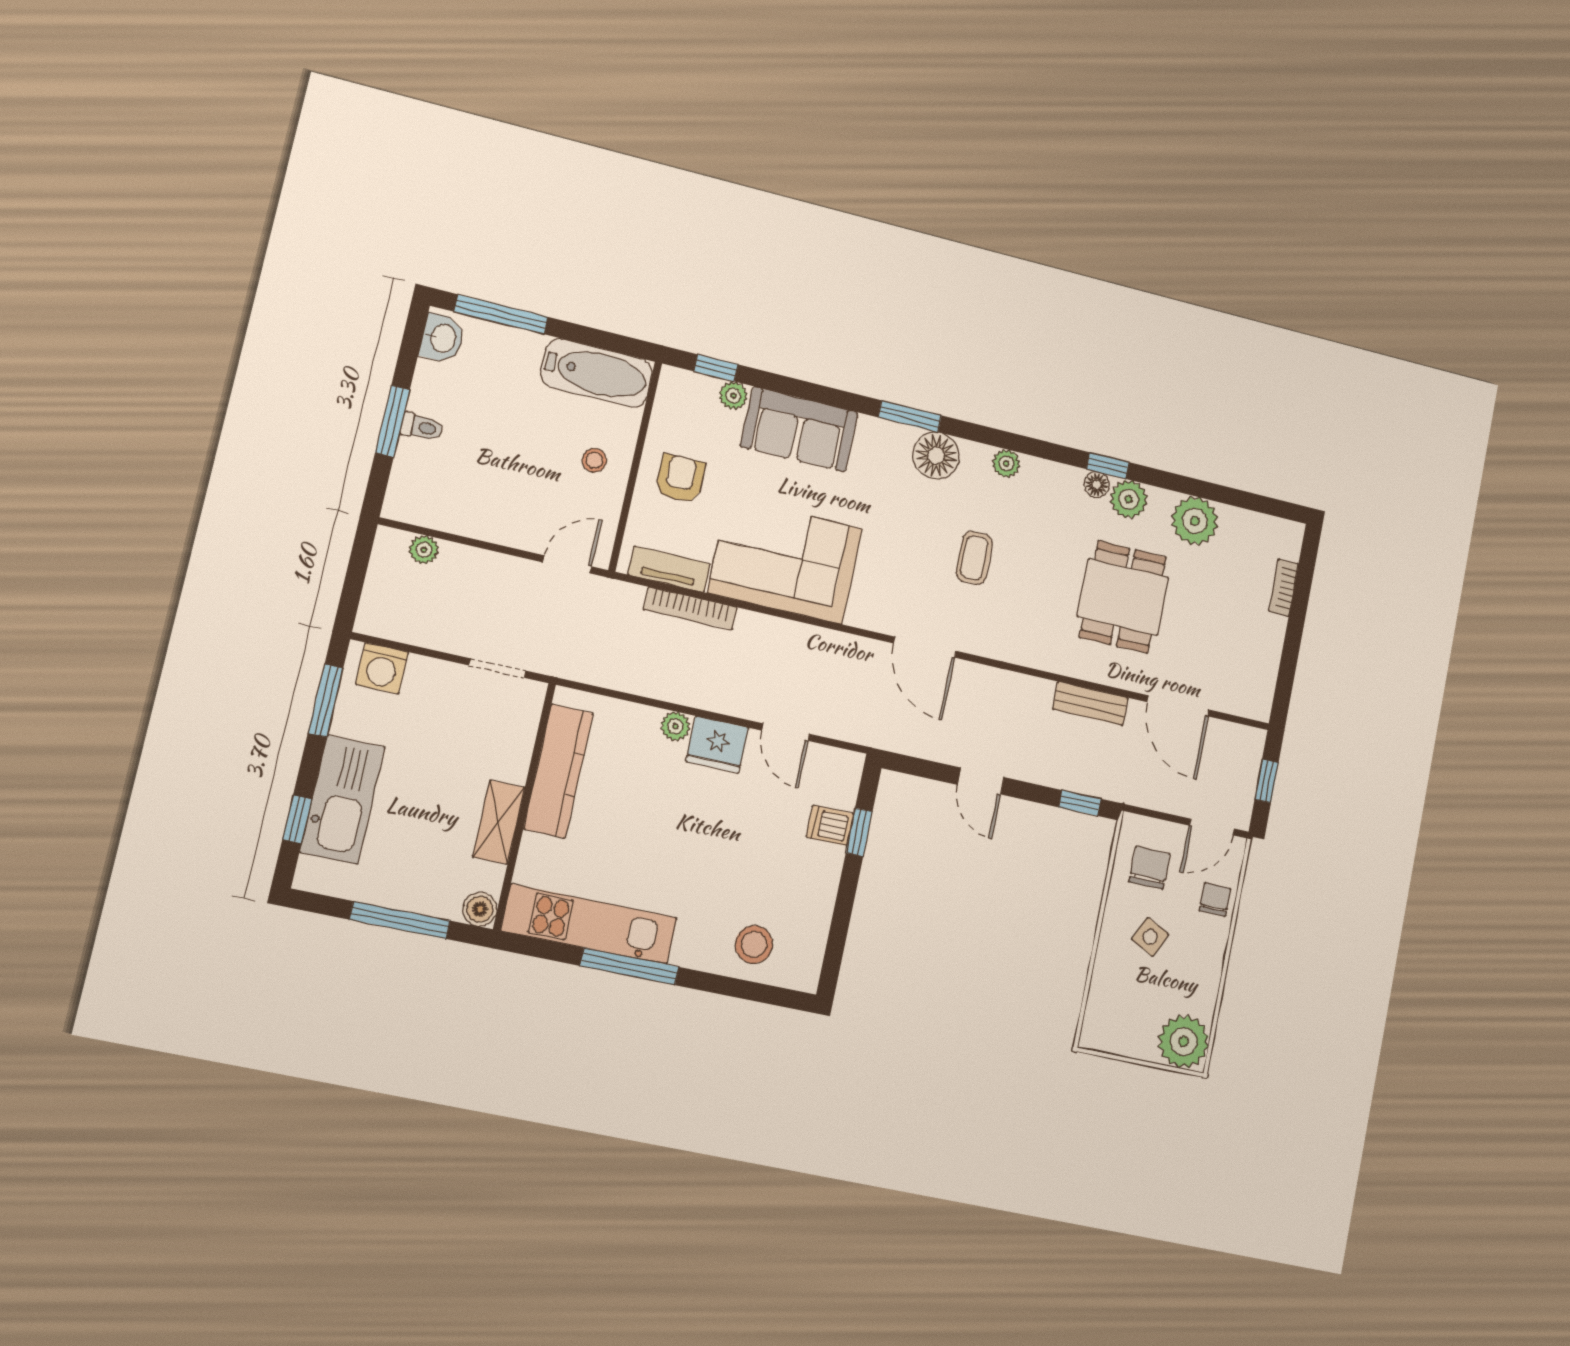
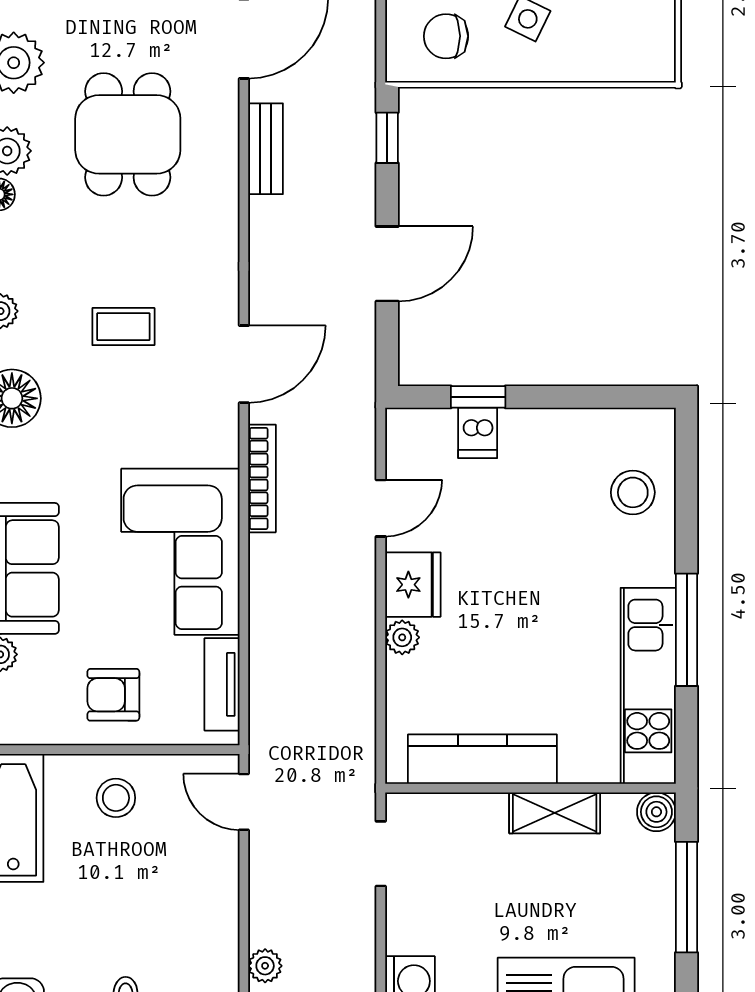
stool: (594, 460) -> (116, 798), width x1.37, depth x1.37
dining table: (1123, 597) -> (128, 134), turned 90
bookcase: (690, 608) -> (262, 478), moved
door: (981, 781) -> (387, 264), width x1.38

